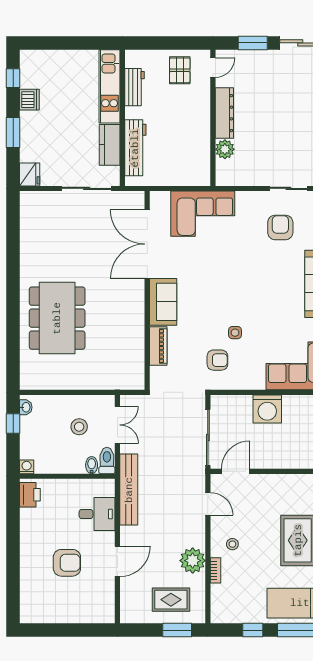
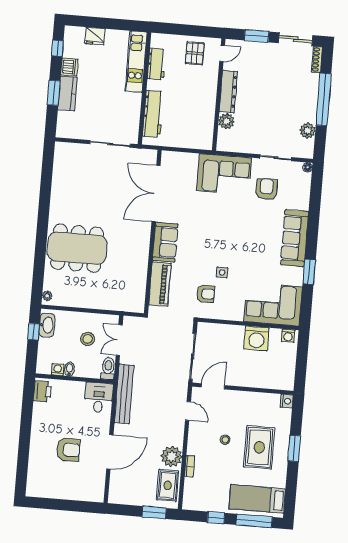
kitchen counter: (110, 145) -> (68, 94), moved, turned 180
fridge: (30, 174) -> (95, 36), moved, turned 90
corner sofa: (203, 214) -> (224, 174), moved
dining table: (57, 318) -> (77, 248), turned 90
piano: (158, 346) -> (160, 284), width x1.37, depth x1.33
plant: (26, 379) -> (47, 296), added
washbasin: (26, 407) -> (47, 325), width x1.91, depth x1.45
washing machine: (267, 409) -> (256, 338), moved
double door: (117, 425) -> (119, 340), swing flipped
bidet: (92, 465) -> (69, 369), moved
washing machine: (27, 467) -> (58, 369), moved
desk: (97, 514) -> (99, 398), moved, turned -90
stool: (232, 544) -> (225, 440), moved
door: (117, 561) -> (110, 452), width x1.36
rug: (171, 600) -> (168, 485), moved, turned 90

